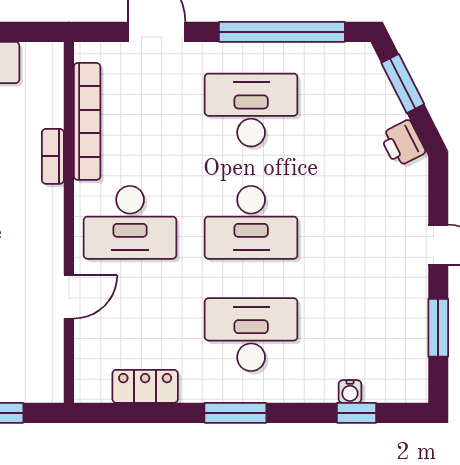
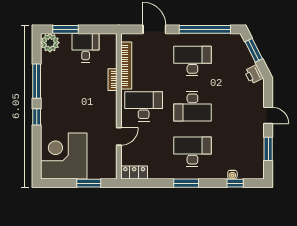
desk: (130, 222) -> (144, 106), turned 180
locker: (145, 386) -> (134, 173), moved

